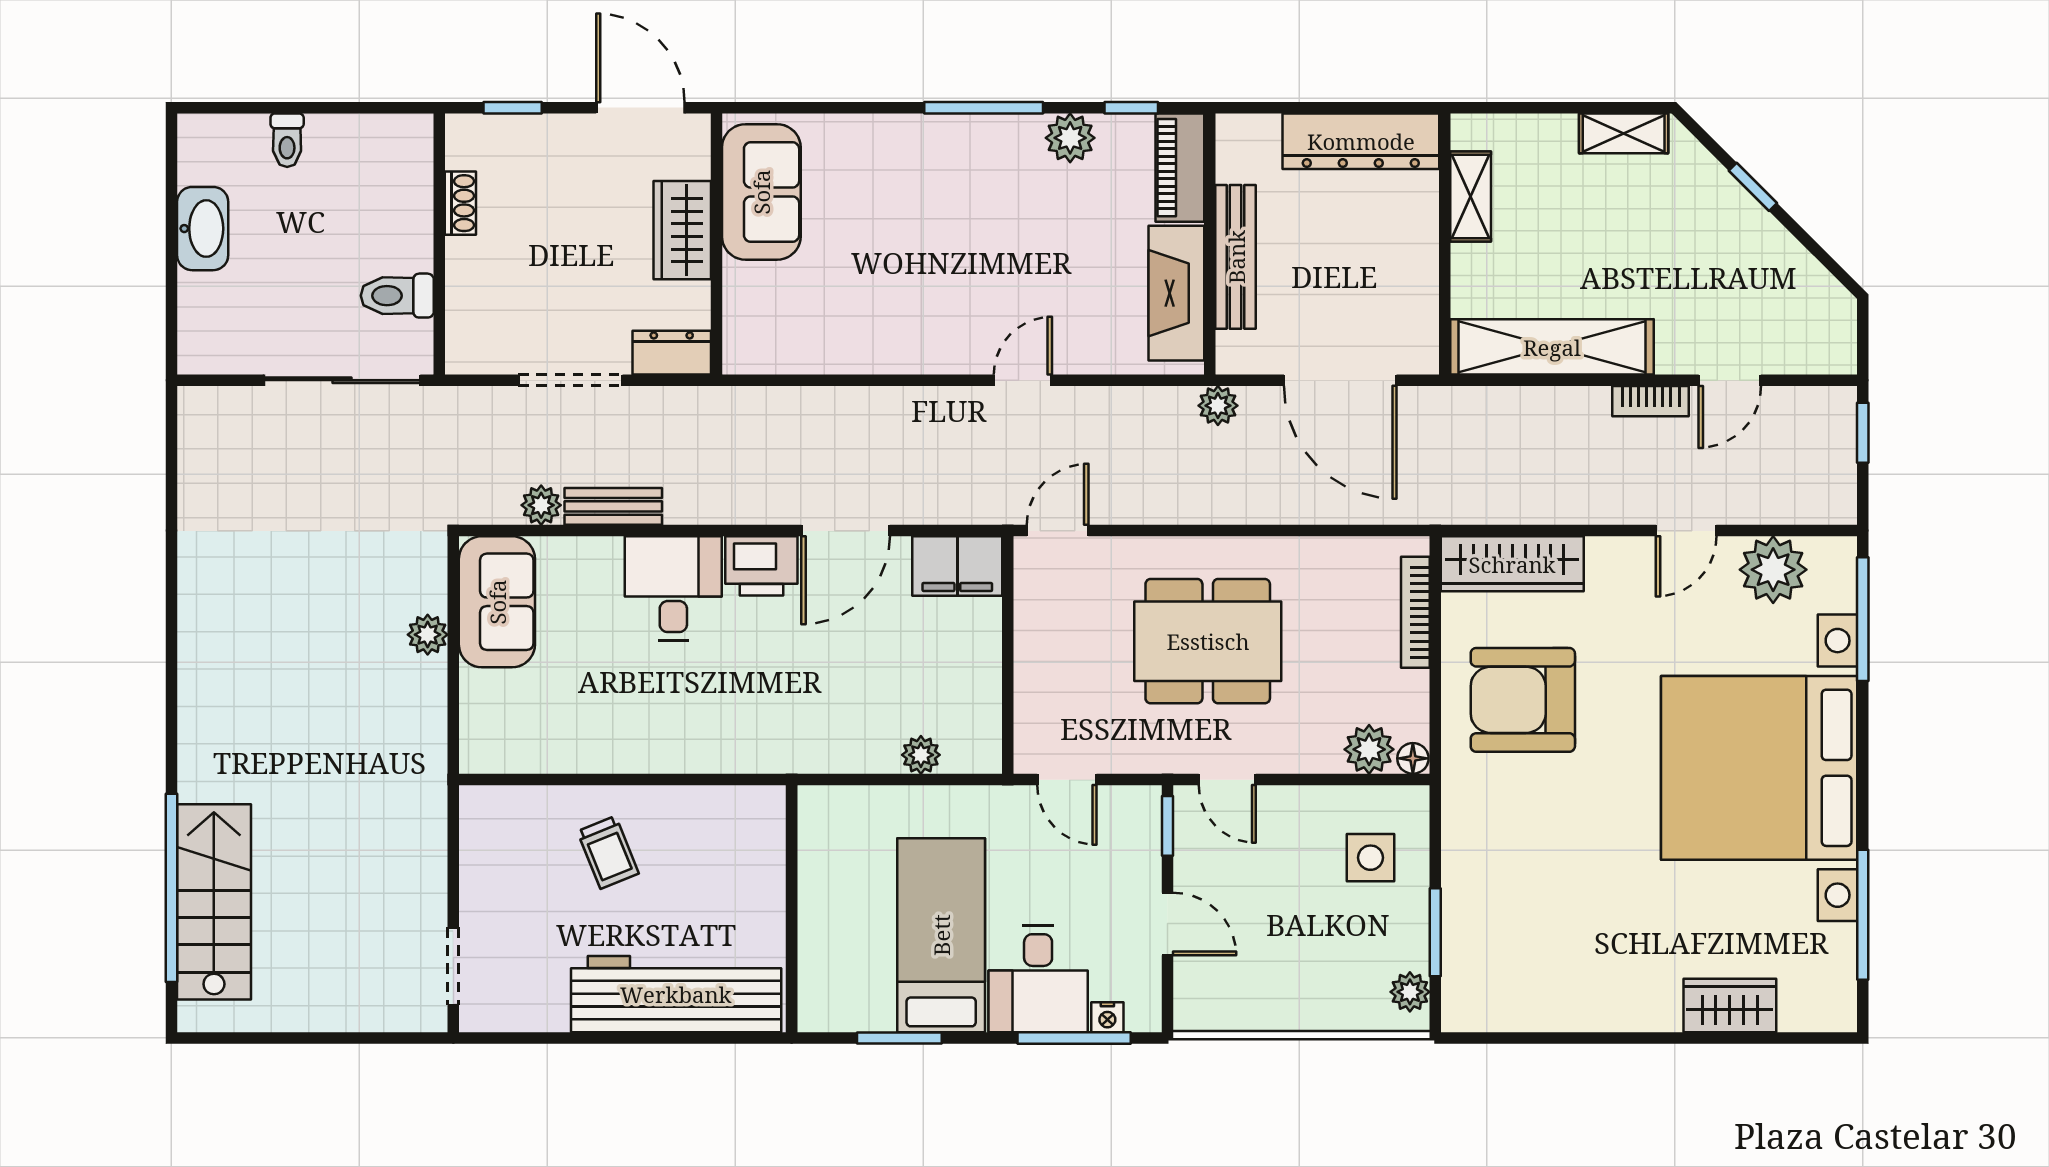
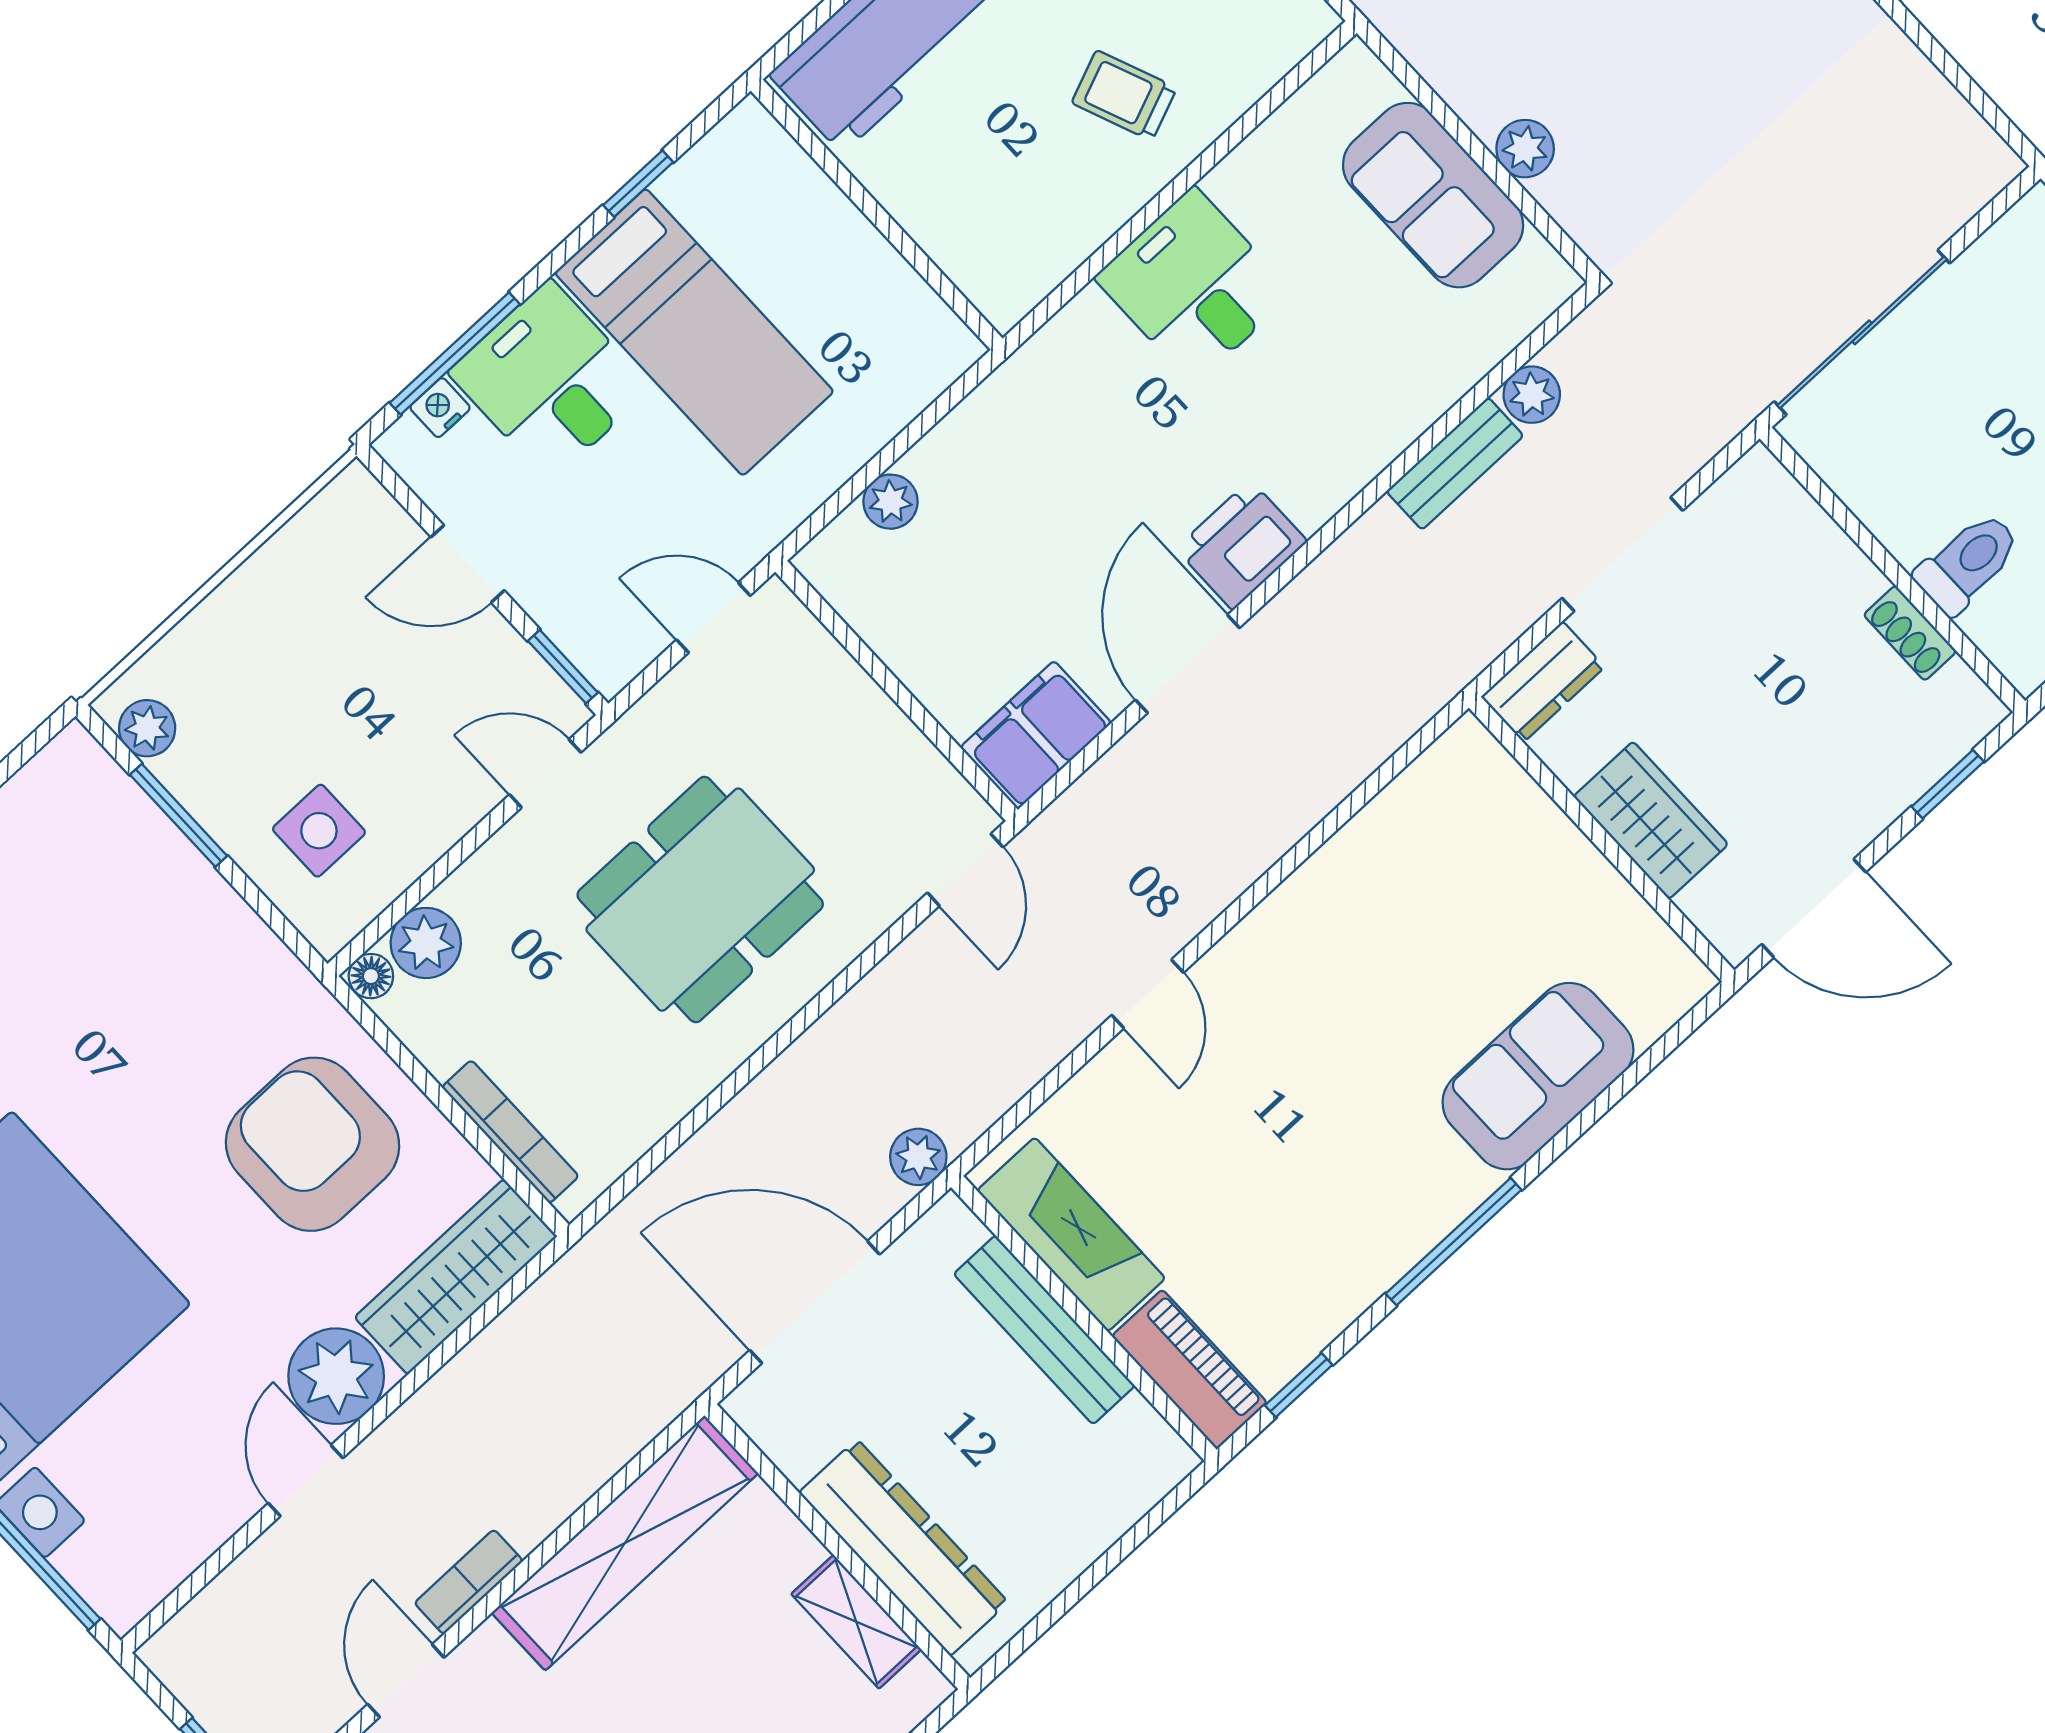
plant: (1070, 138) -> (1334, 1294), removed
dresser: (1361, 141) -> (904, 1547), moved, turned 90
sofa: (761, 192) -> (1538, 1076), moved, turned 90
toilet: (397, 296) -> (1968, 563), moved
plant: (1773, 570) -> (336, 1376), moved
desk: (673, 588) -> (1194, 285), moved, turned 180
sofa: (497, 602) -> (1433, 195), moved
armchair: (1523, 700) -> (313, 1144), turned -90
window: (899, 1038) -> (638, 184), width x0.67

